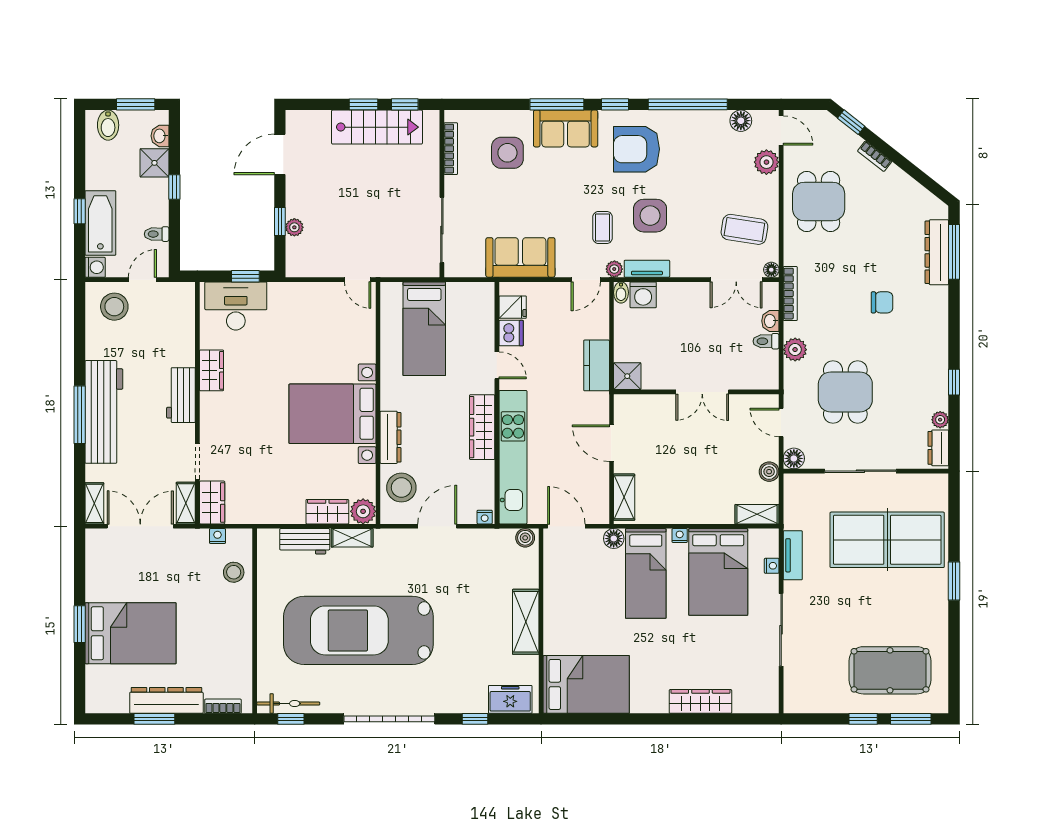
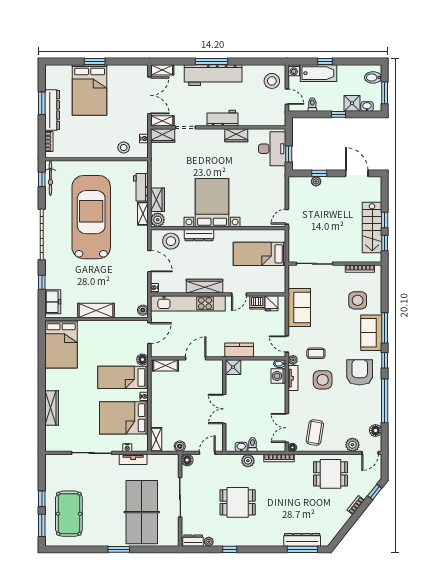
chair: (882, 302) -> (274, 509), removed
washbasin: (770, 321) -> (241, 447), moved
dining table: (845, 392) -> (238, 502), moved

